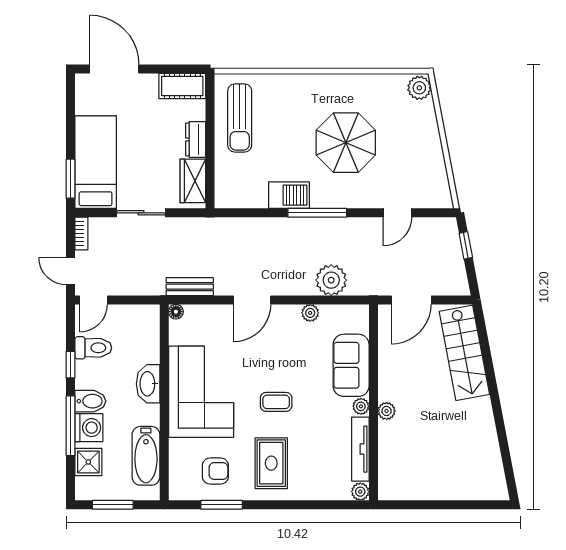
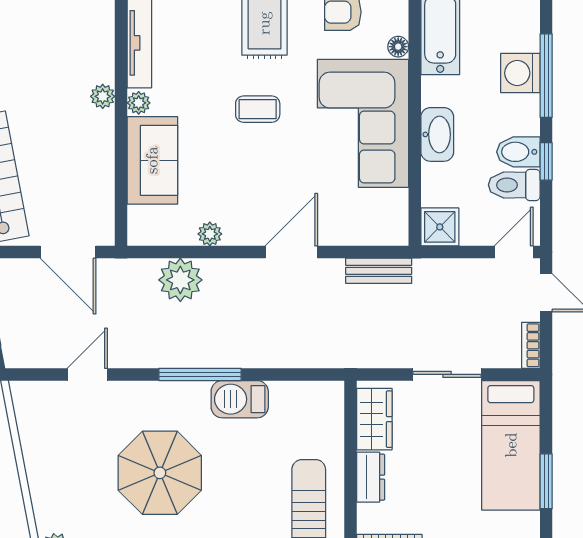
window: (70, 179) -> (546, 481), moved
door: (411, 300) -> (68, 252), swing flipped
floor lamp: (176, 312) -> (398, 47), moved
bidet: (90, 401) -> (518, 152), moved
shower: (88, 462) -> (440, 227), moved

